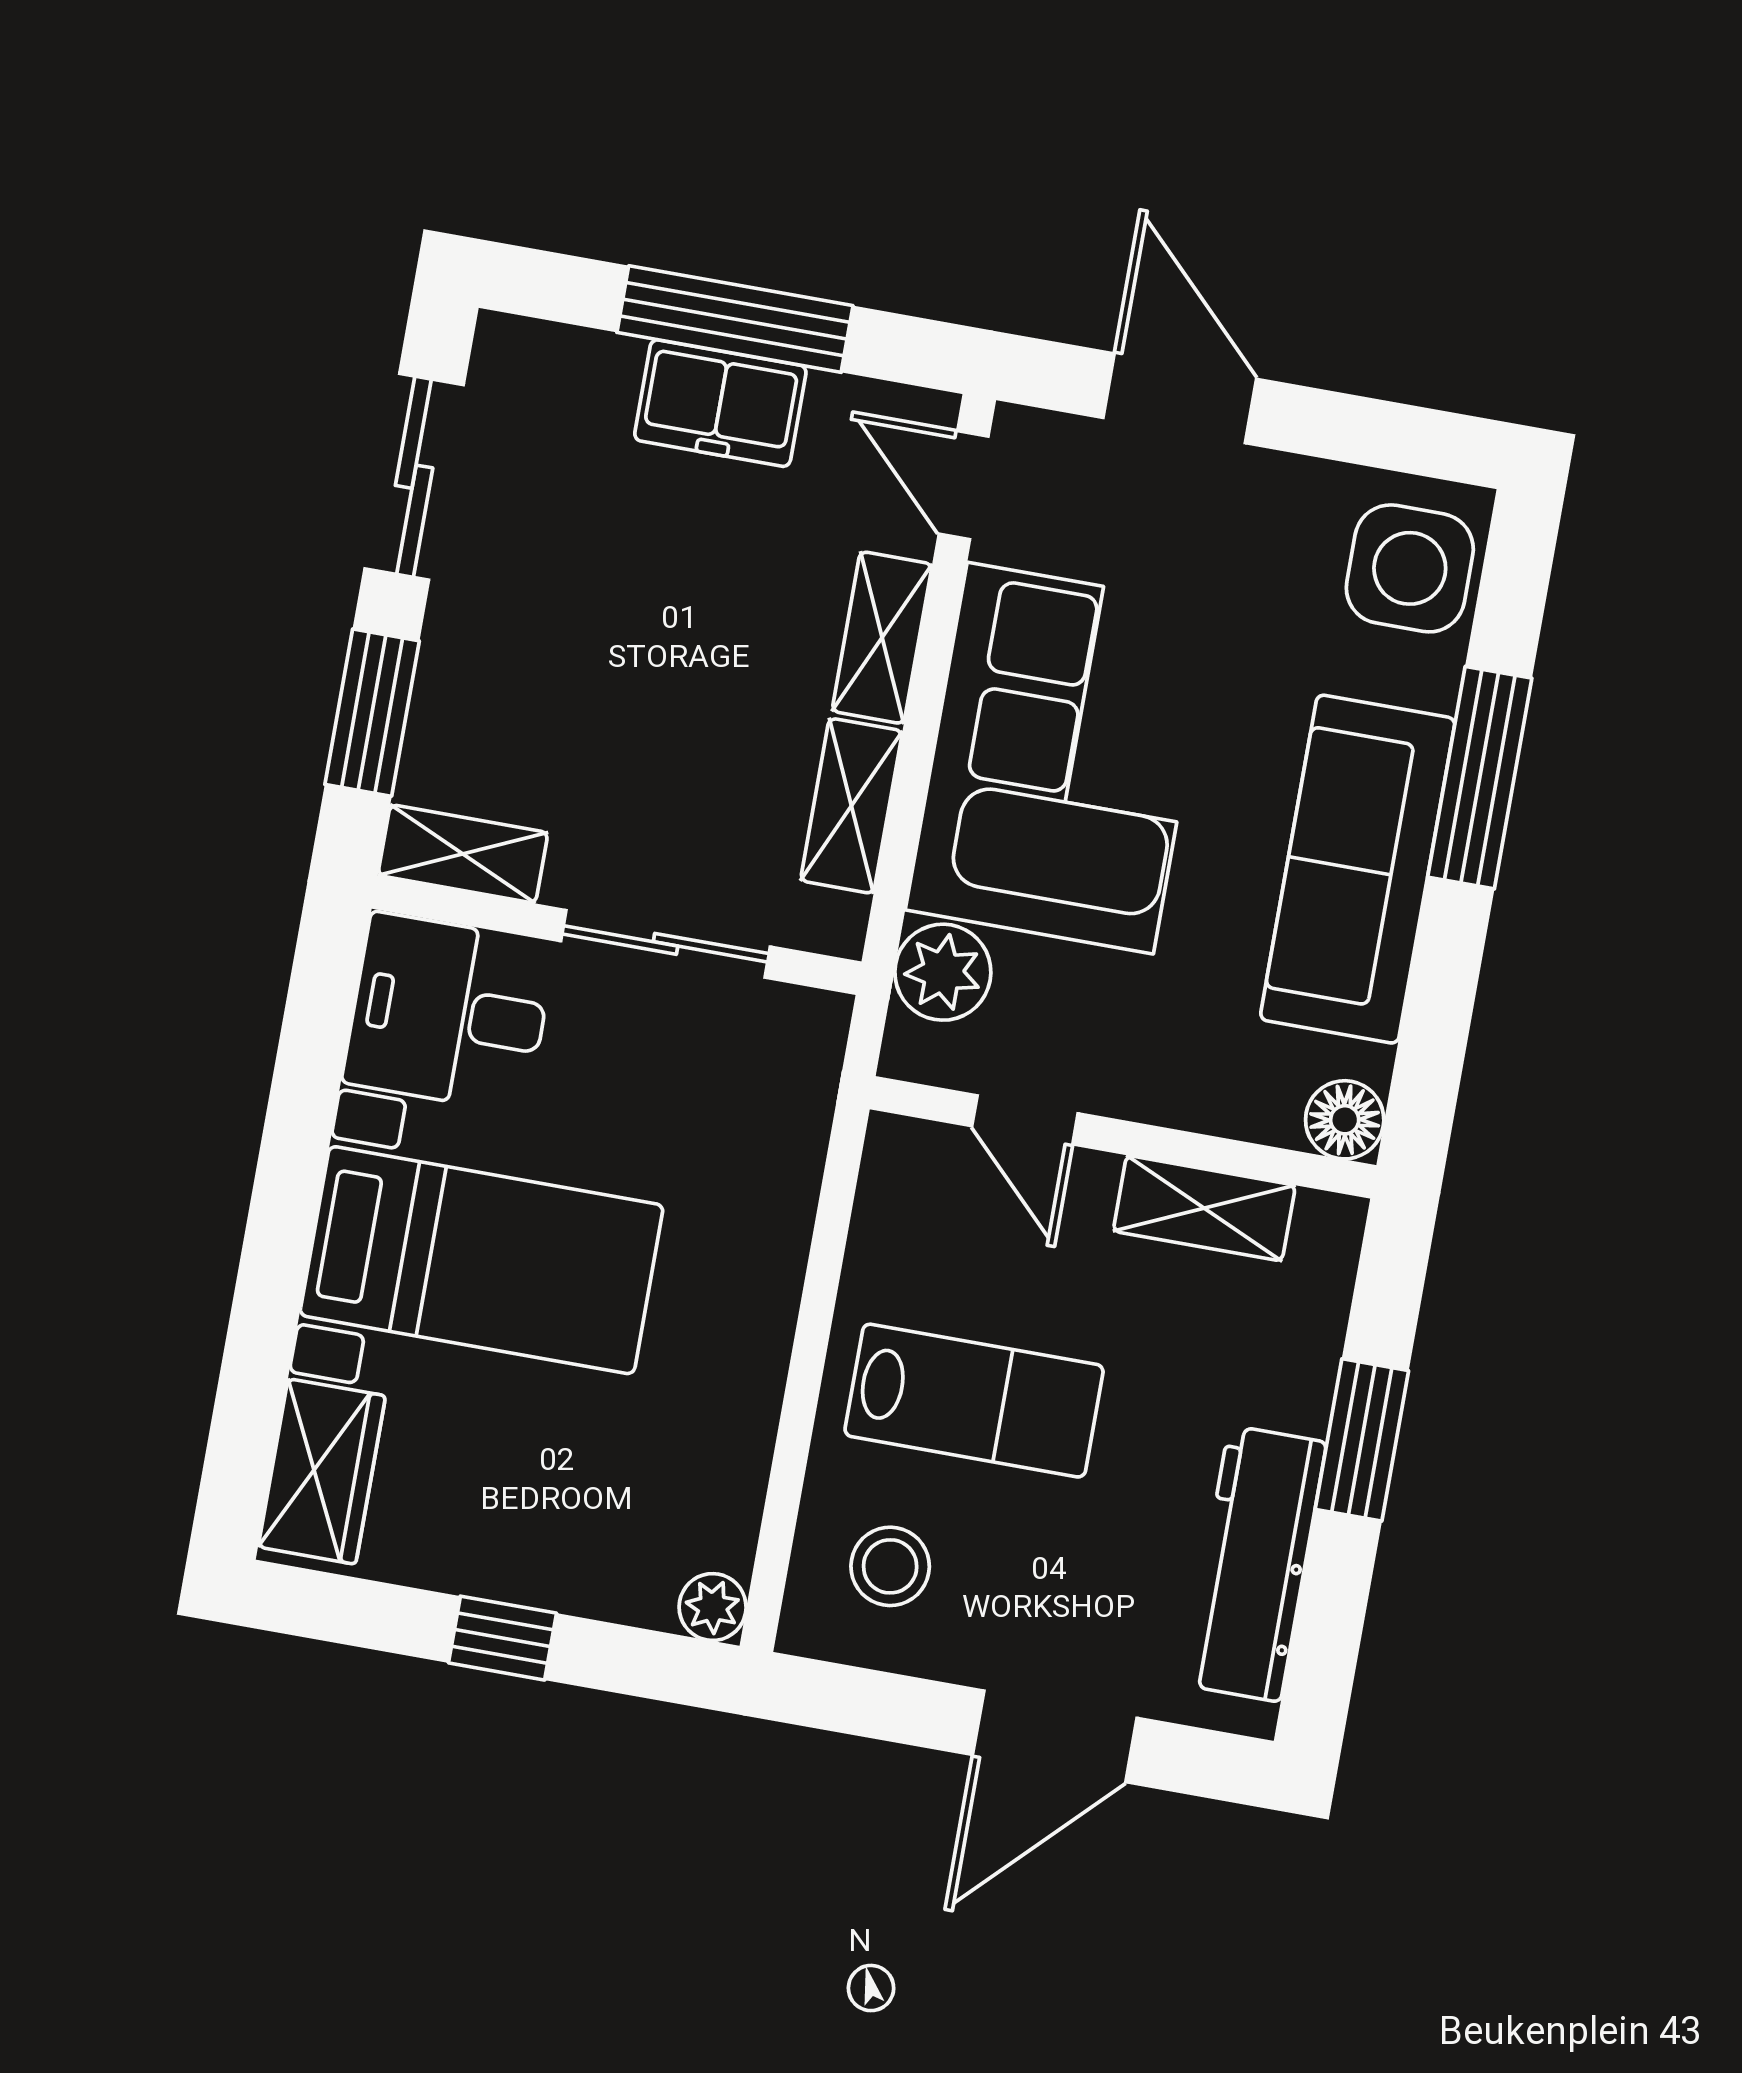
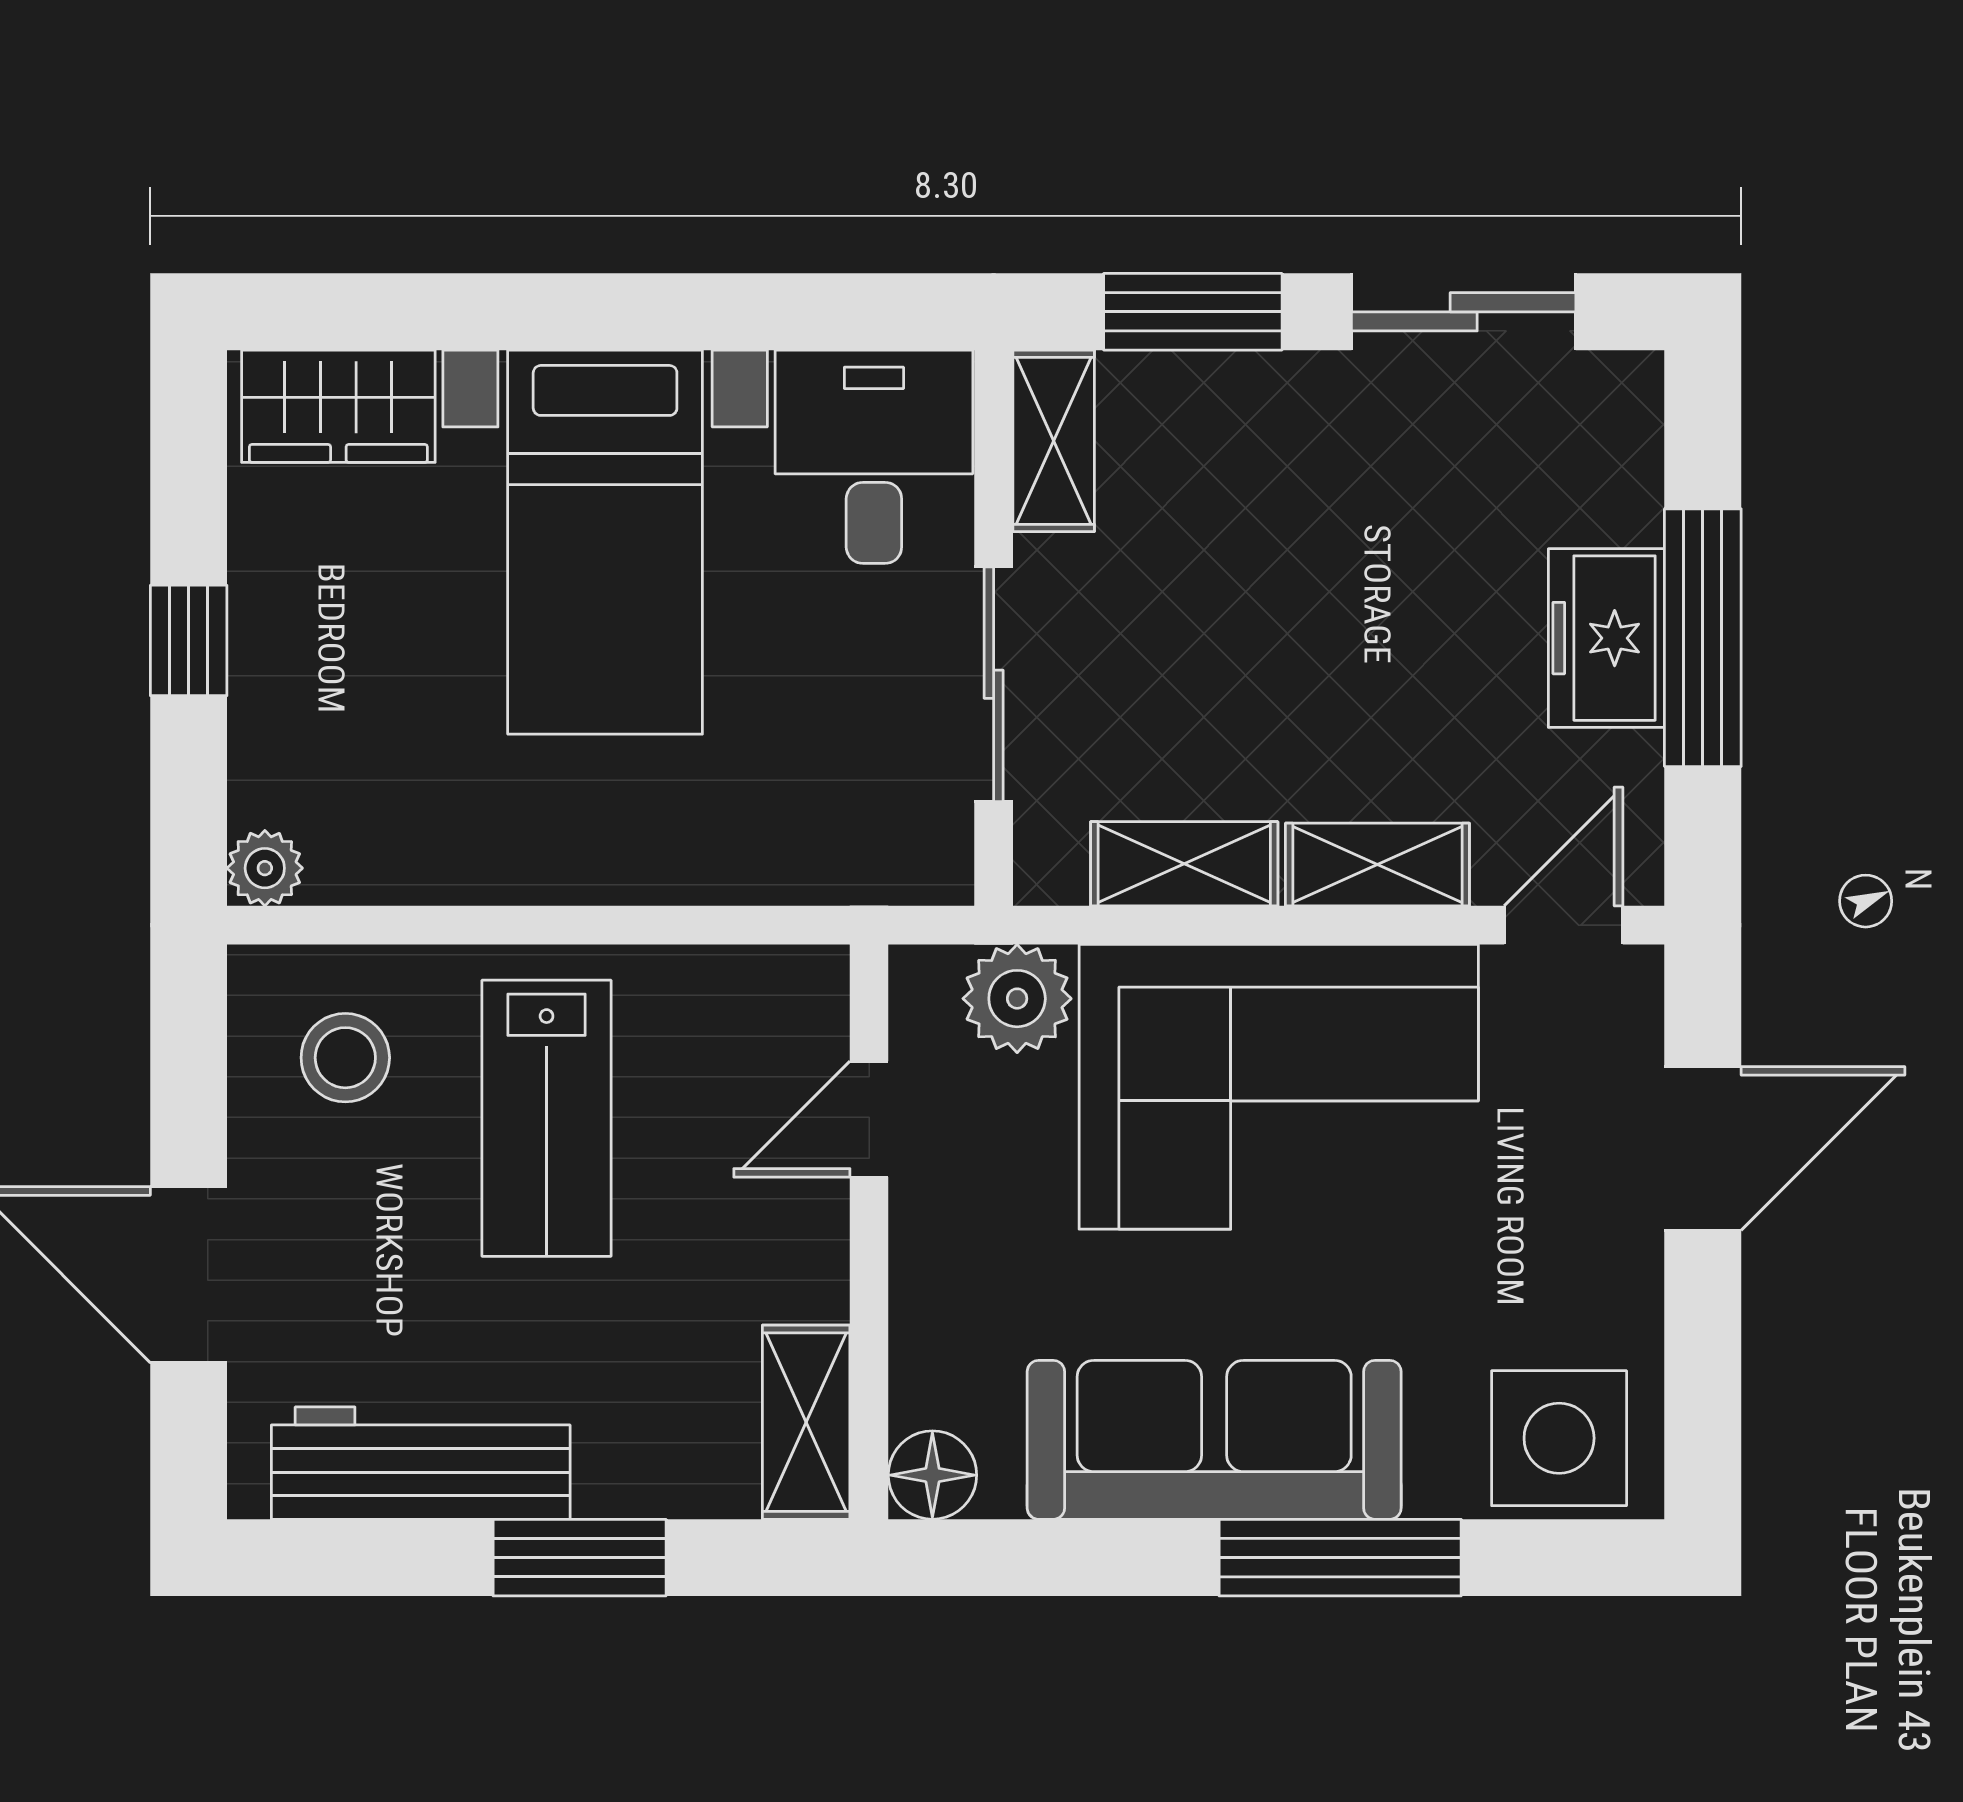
shelving: (1204, 1208) -> (806, 1422), moved

